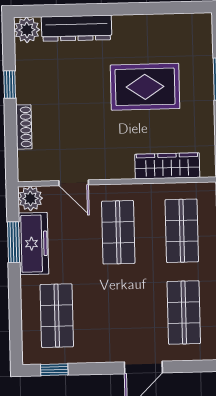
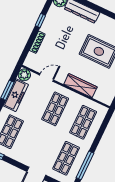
wardrobe: (167, 166) -> (80, 86), moved
door: (74, 183) -> (47, 78), swing flipped

